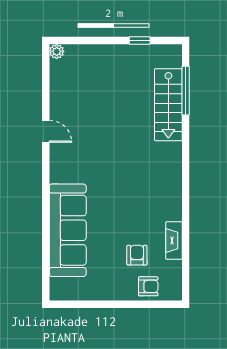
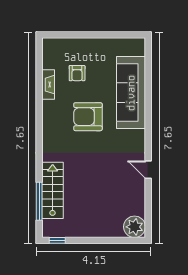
window: (140, 40) -> (57, 240), moved
plant: (57, 51) -> (134, 227), width x1.88, depth x1.88
armchair: (148, 286) -> (88, 117), moved, width x1.88, depth x1.88

